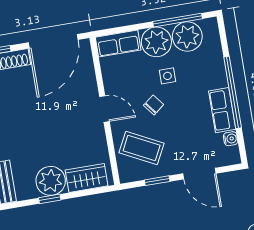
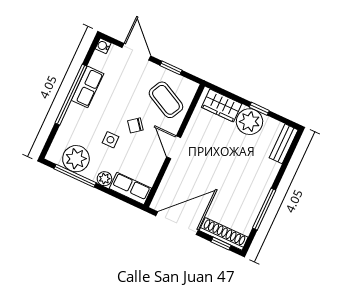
plant: (156, 42) -> (104, 179), width x0.53, depth x0.53
water cooler: (231, 139) -> (103, 46), moved

